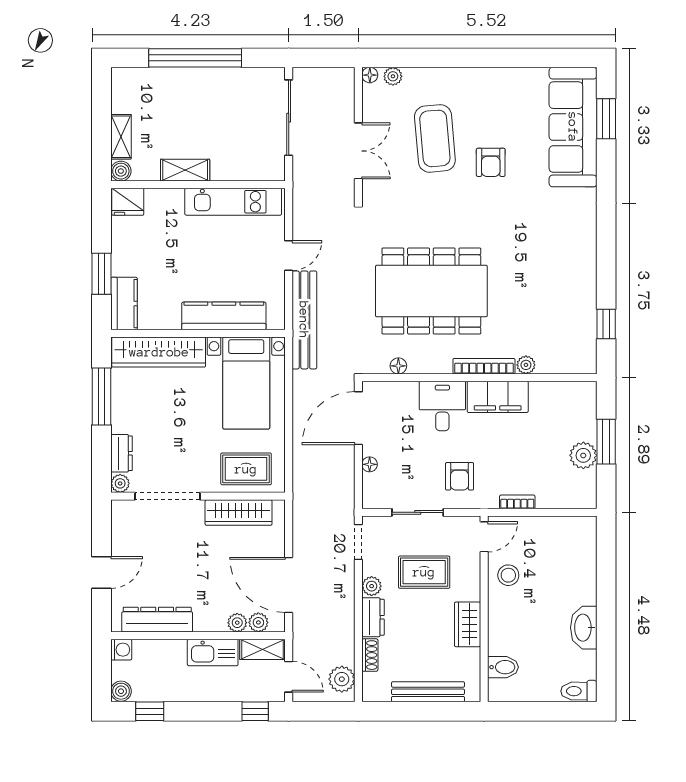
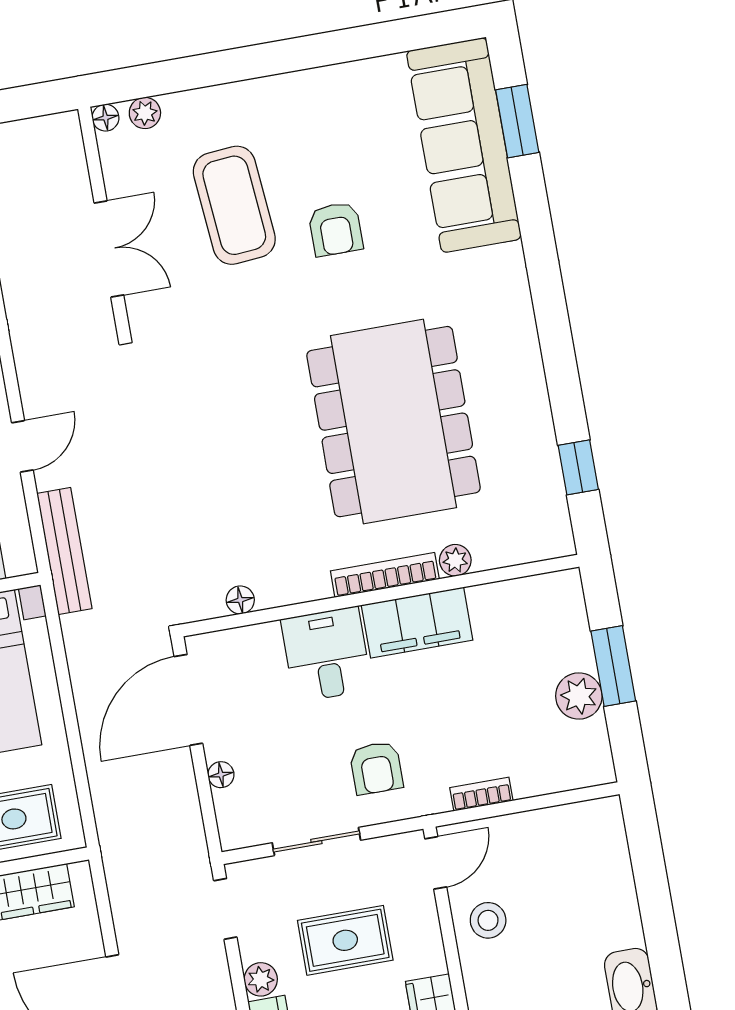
dining table: (431, 291) -> (393, 422), moved, turned 90
bench: (304, 320) -> (64, 551), width x0.73, depth x0.82

